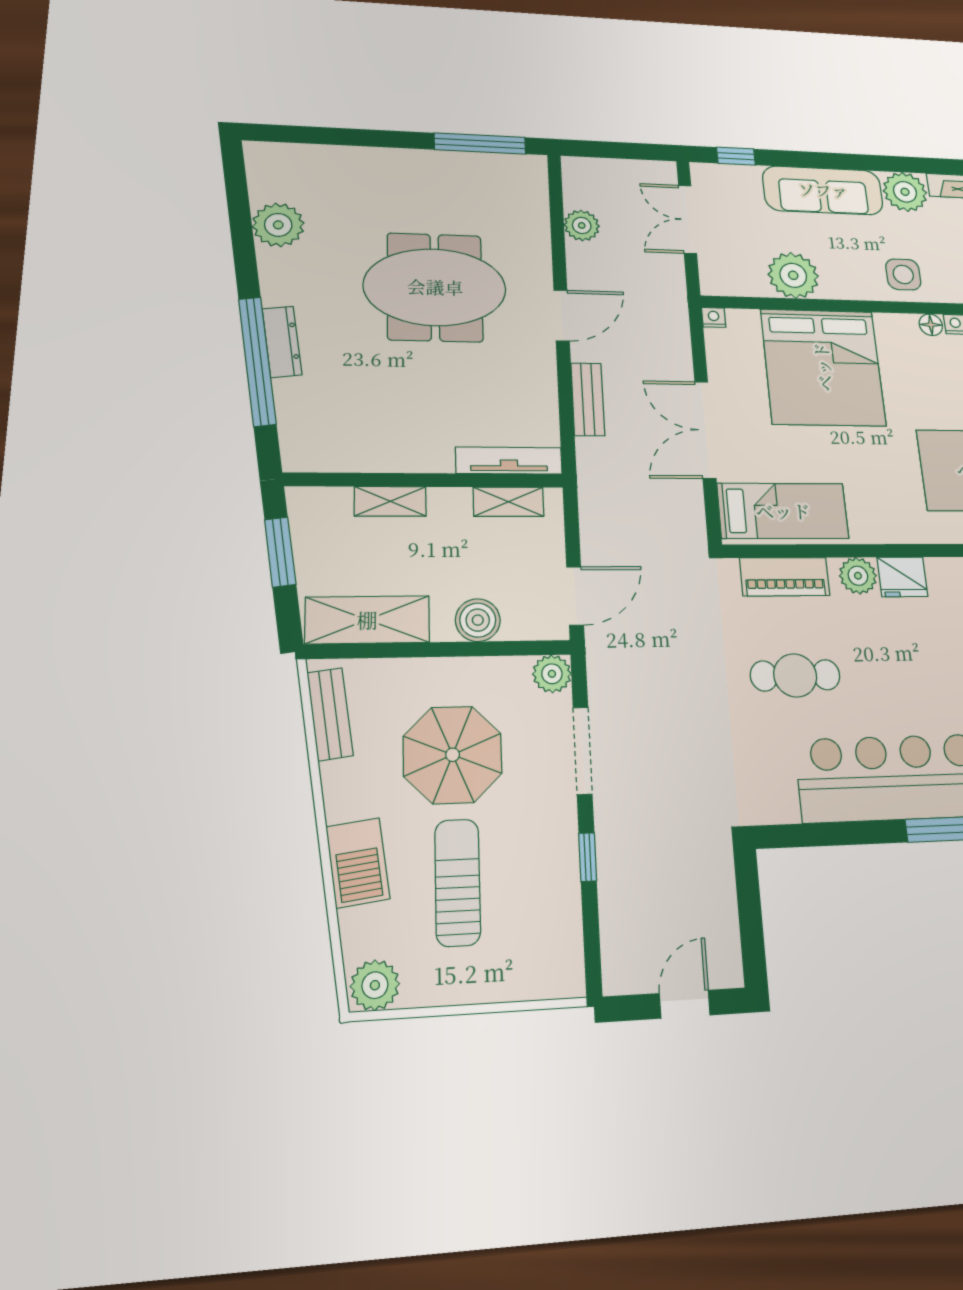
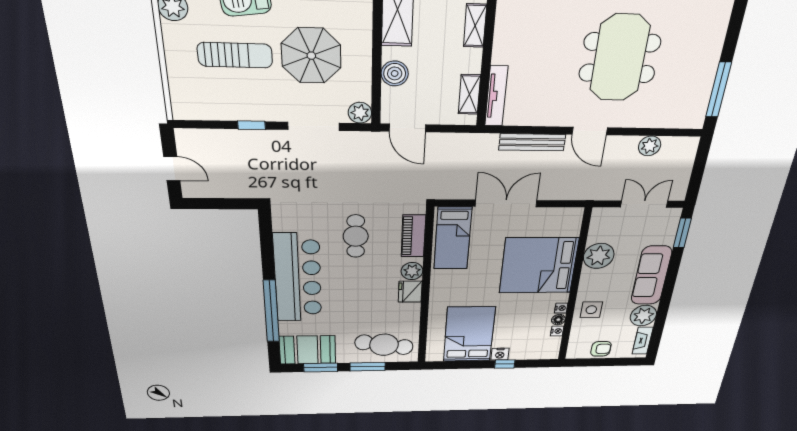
window: (736, 156) -> (682, 233), width x1.50
nightstand: (714, 317) -> (561, 308), moved
bench: (588, 399) -> (532, 142), width x1.36

